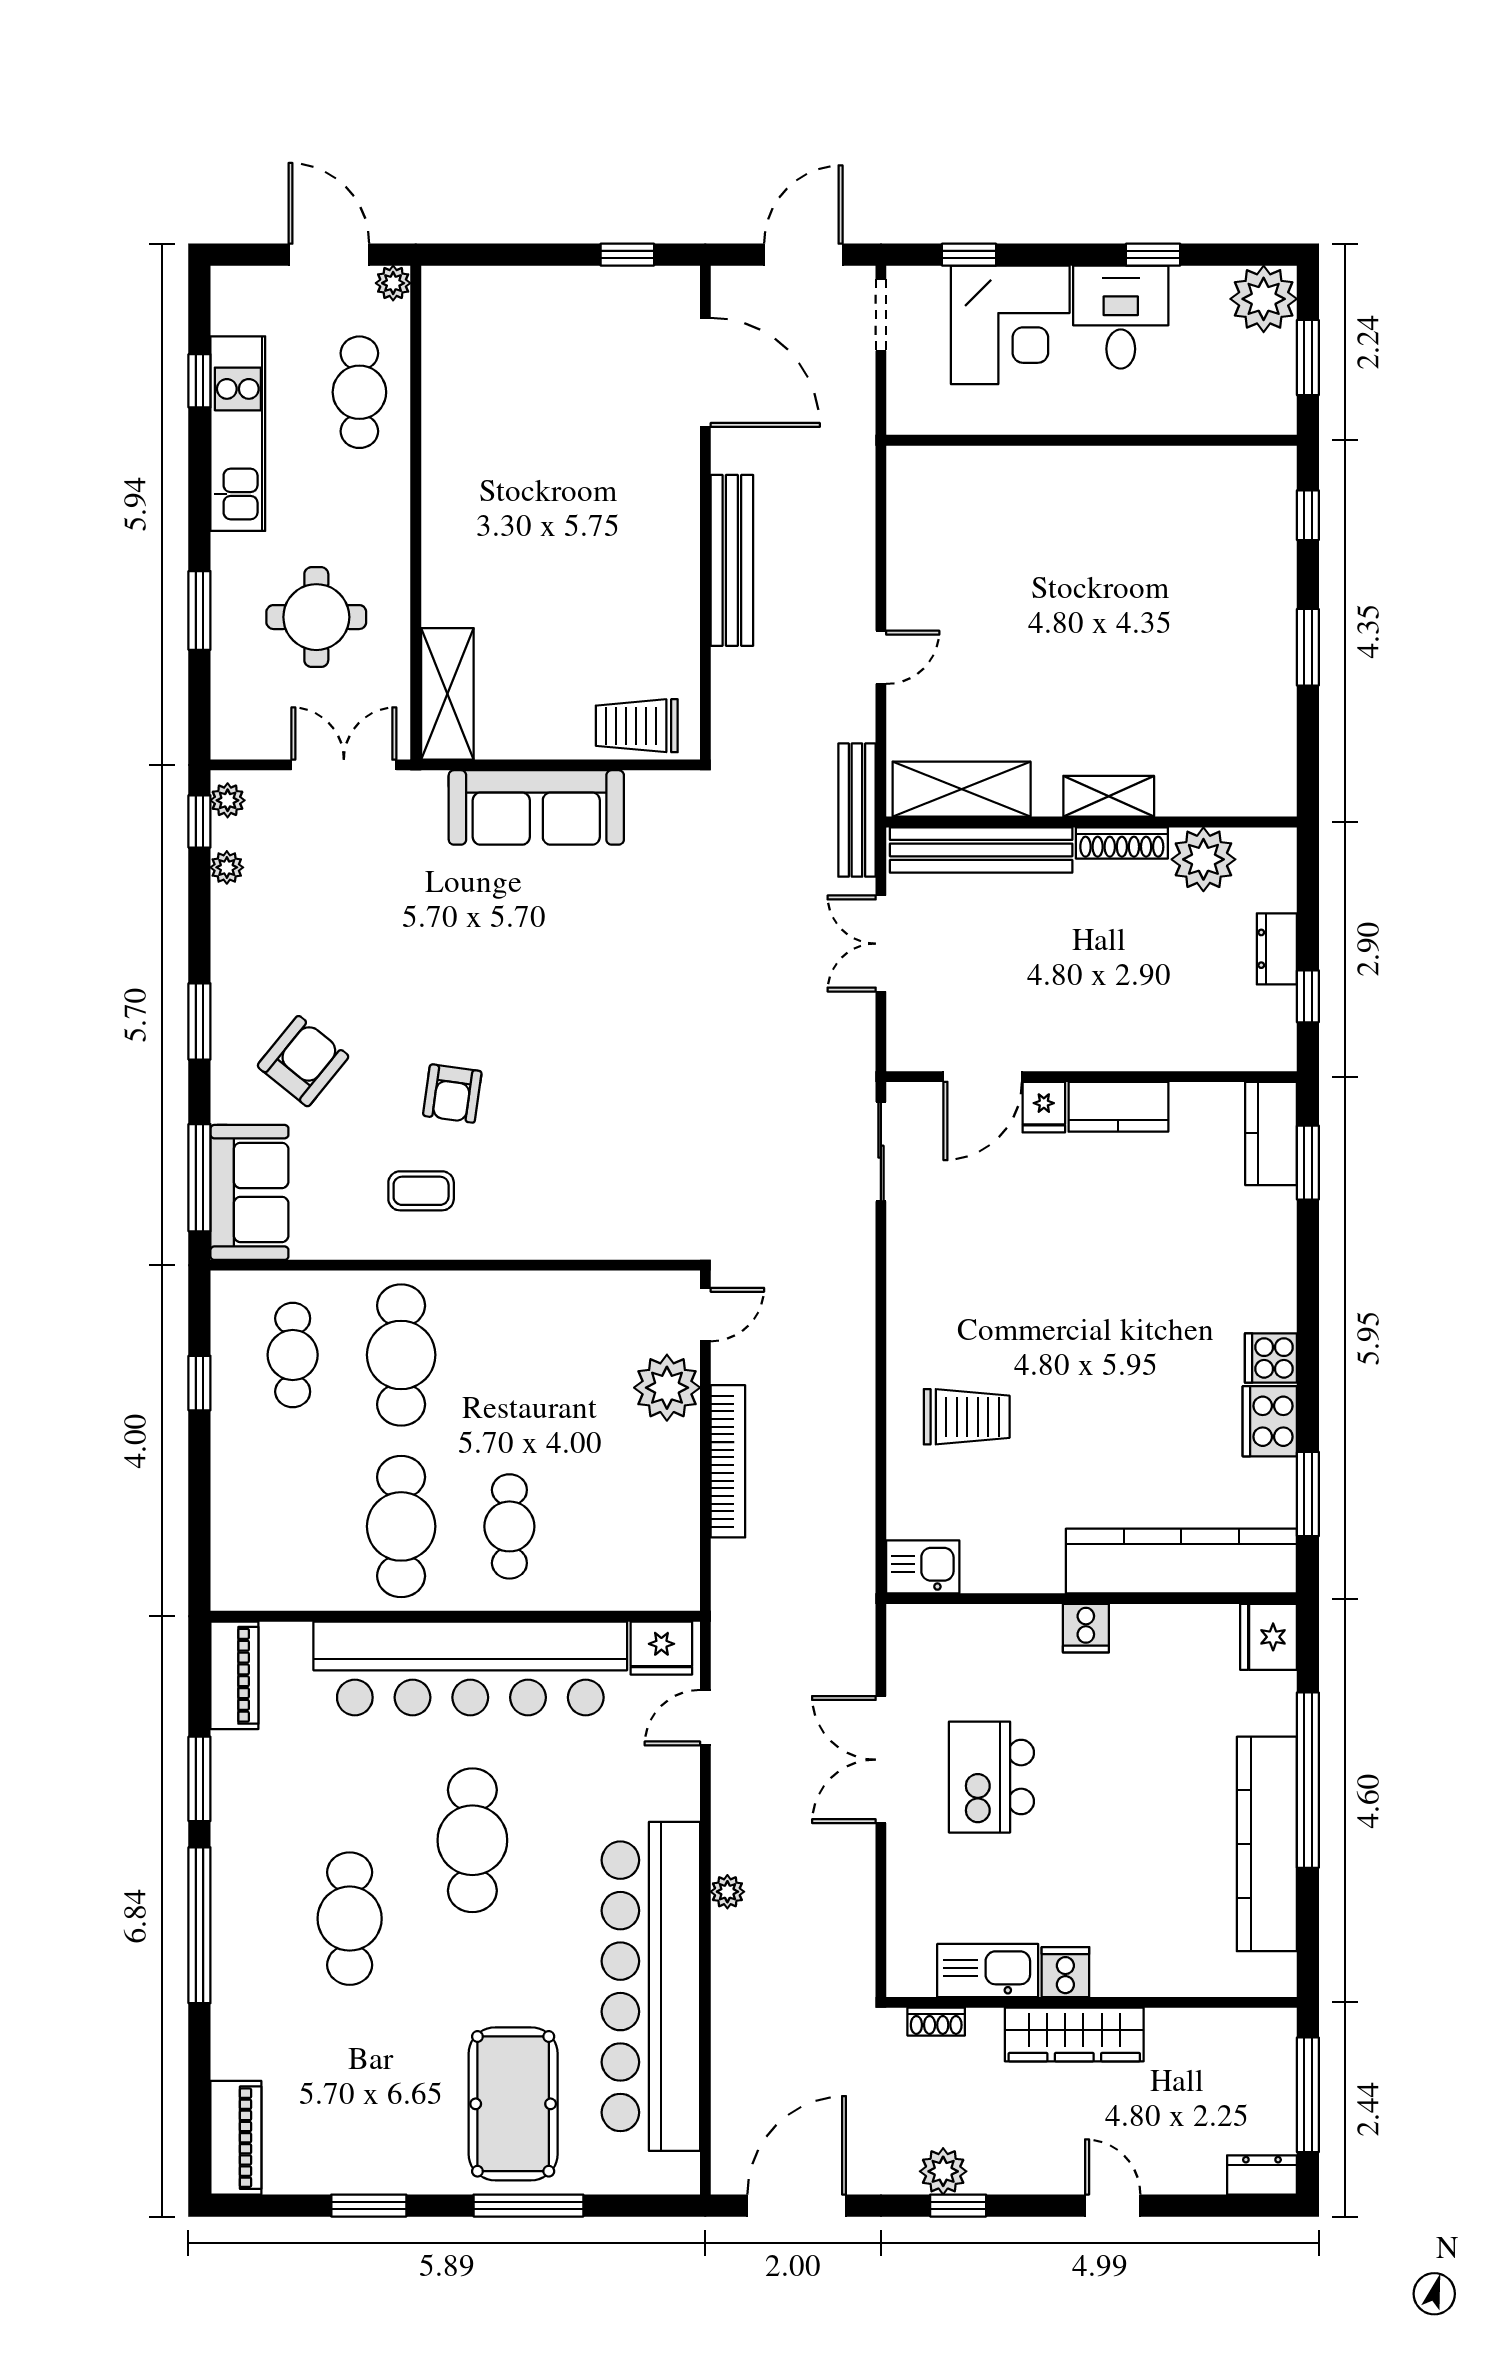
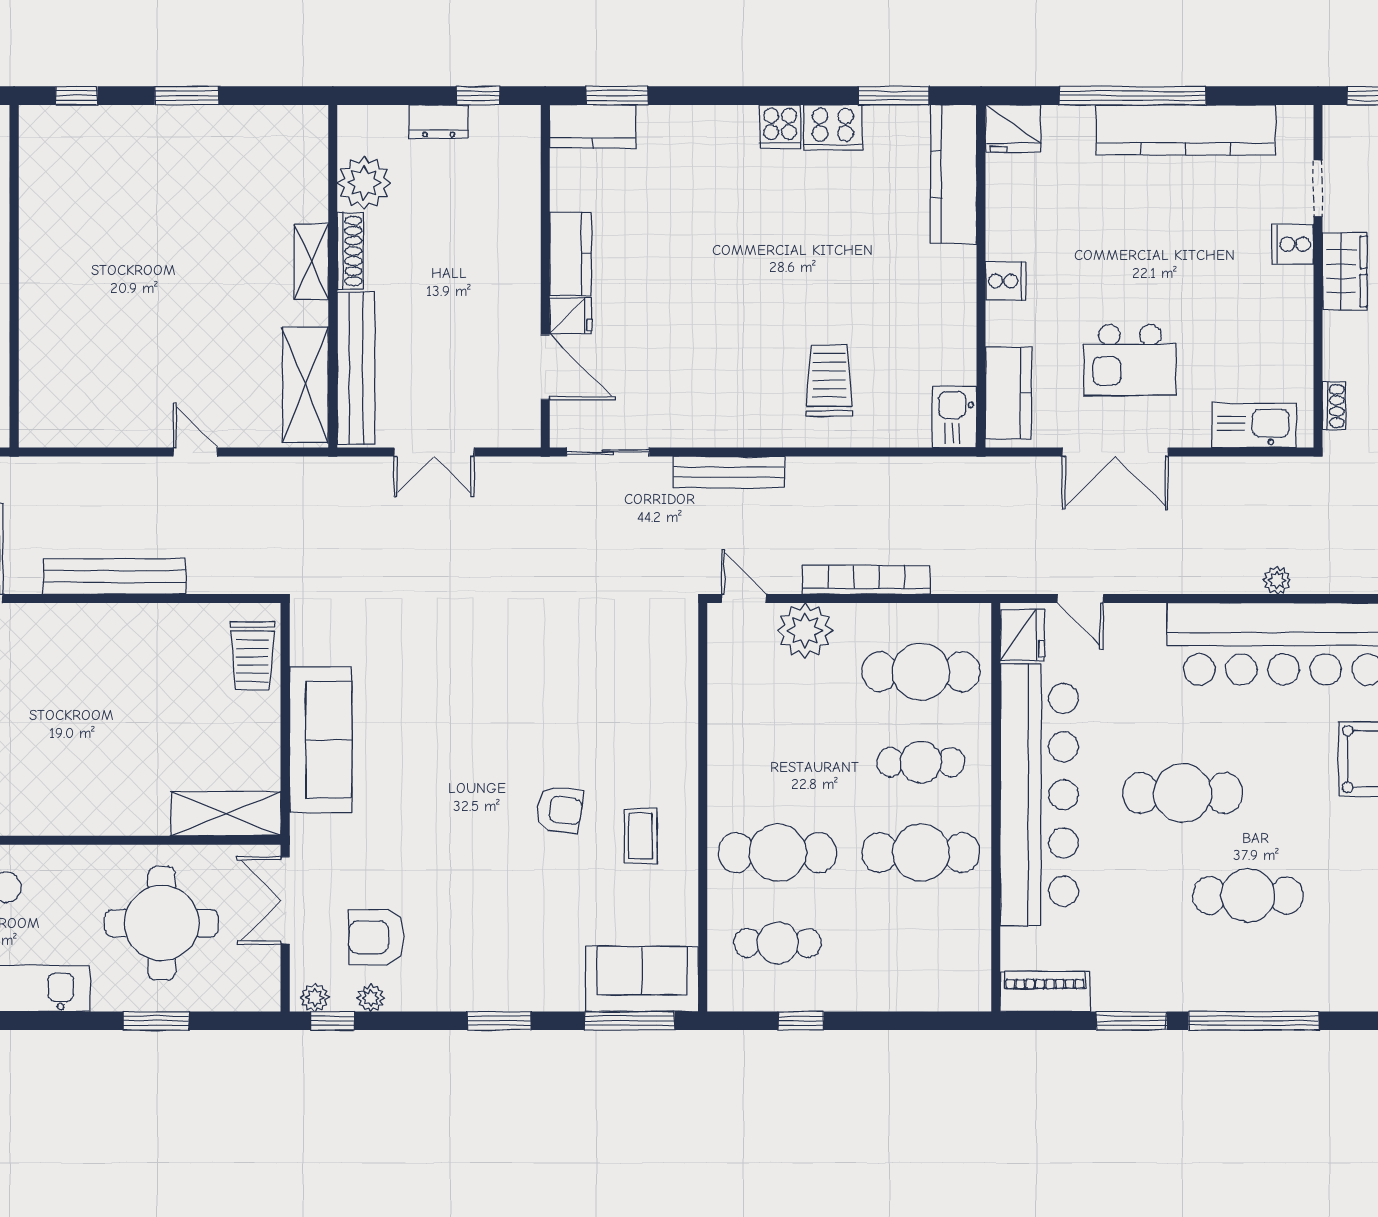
round table: (316, 617) -> (162, 923), width x1.36, depth x1.36
bench: (857, 810) -> (729, 472), moved
armchair: (303, 1061) -> (377, 937), moved, turned -39
cafe table: (618, 1526) -> (921, 672), added
kitchen counter: (1181, 1561) -> (954, 174), width x0.72, depth x0.86
kitchen counter: (952, 1631) -> (1008, 393), added
plant: (727, 1892) -> (1277, 580), moved
kitchen sink: (988, 1971) -> (1254, 425), moved, turned 90
cooker: (1065, 1972) -> (1293, 244), moved
doorway: (1197, 2002) -> (1318, 188), added
wardrobe: (1074, 2035) -> (1345, 271), width x0.67

